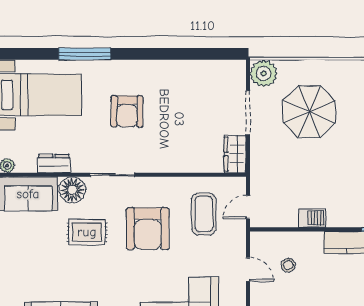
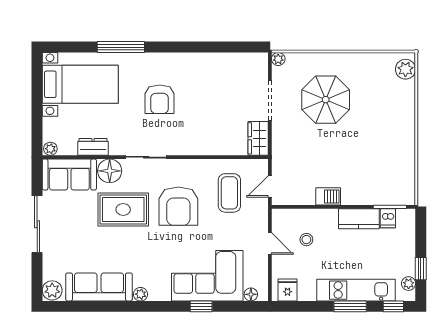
plant: (264, 73) -> (278, 59), width x0.53, depth x0.53
rug: (87, 232) -> (123, 209), width x1.36, depth x1.43

